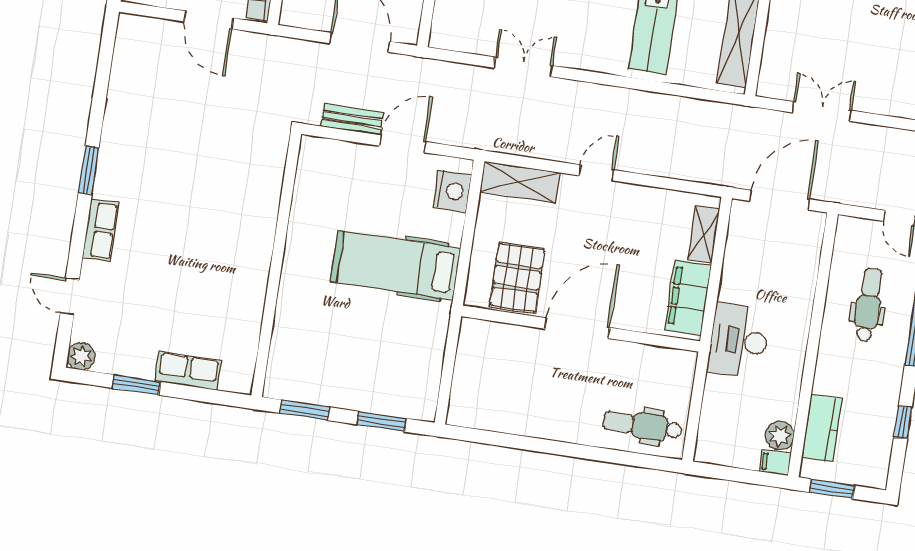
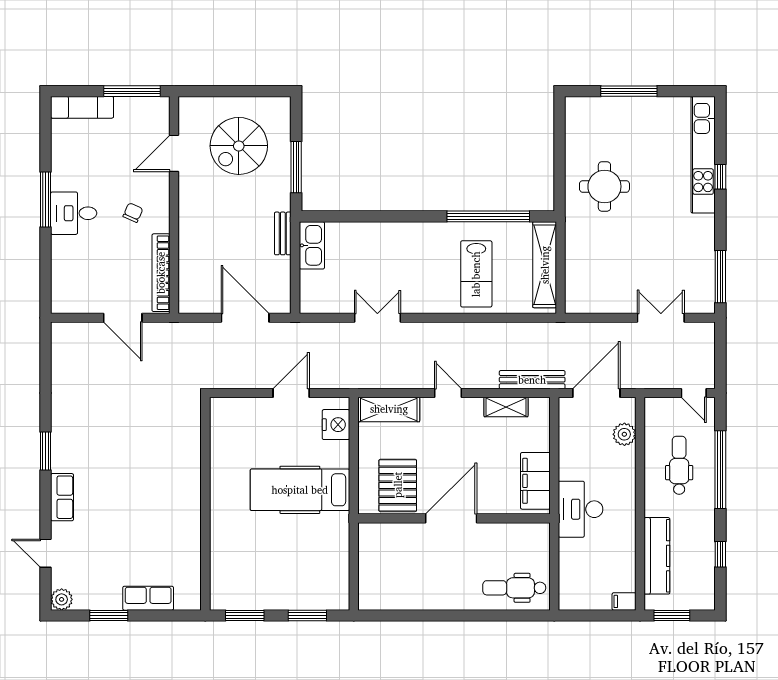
double door: (822, 111) -> (661, 318), moved
bench: (352, 119) -> (532, 380), moved, width x1.36
door: (596, 173) -> (448, 393), hinge flipped
shelving: (704, 234) -> (506, 407), moved, turned 90
kitchen counter: (822, 428) -> (657, 556), width x1.50
plant: (780, 436) -> (624, 434), moved

